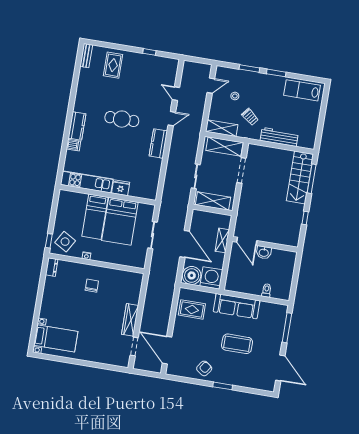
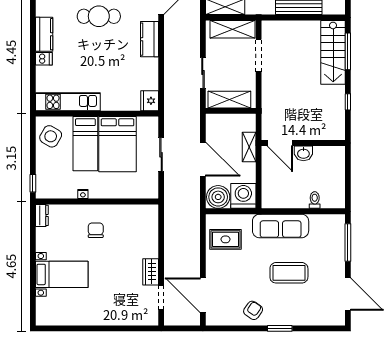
fridge: (121, 188) -> (150, 101), moved, turned -90
side table: (65, 242) -> (51, 136), moved
wardrobe: (130, 320) -> (151, 272), width x0.67
bed with nightstands: (56, 338) -> (62, 274), moved

